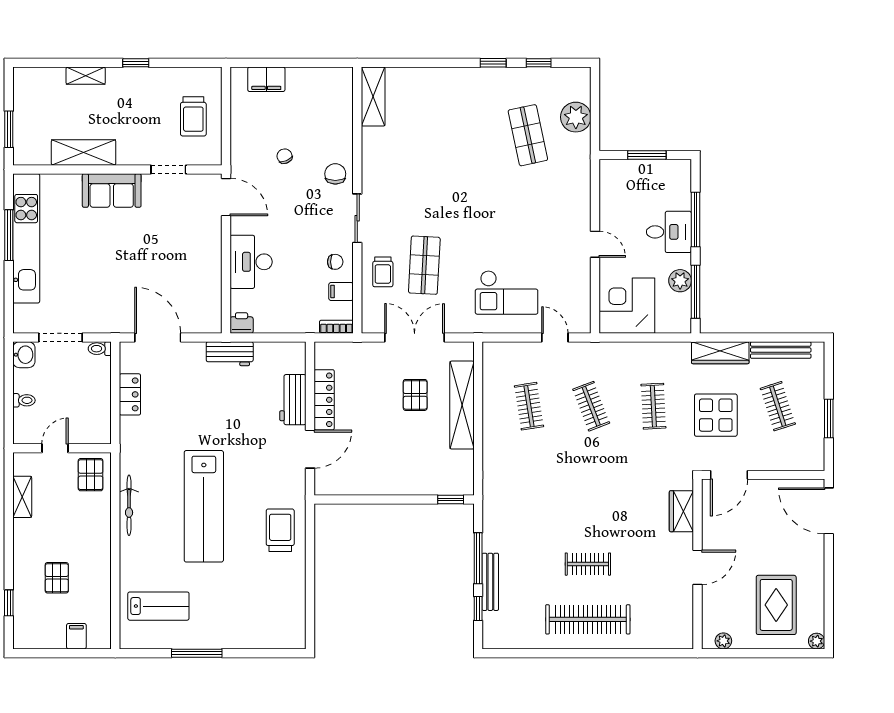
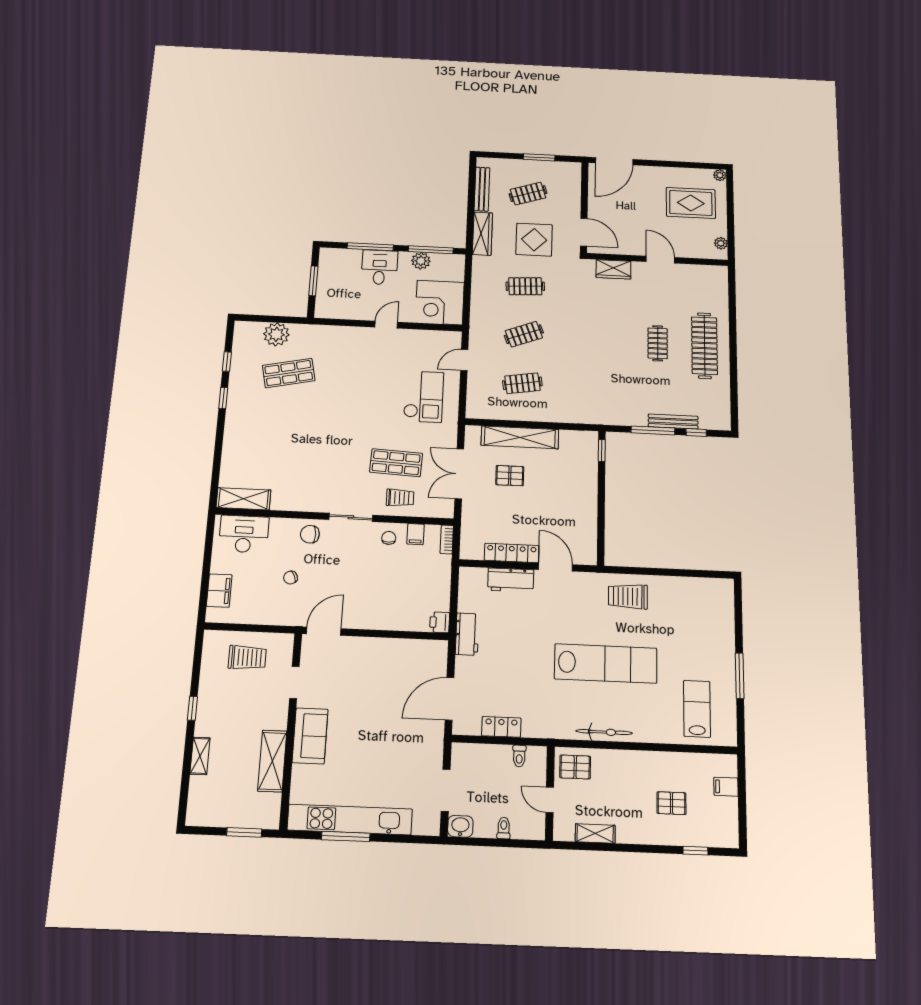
desk: (251, 262) -> (244, 534), moved, turned 180
toilet: (100, 349) -> (519, 756), moved

